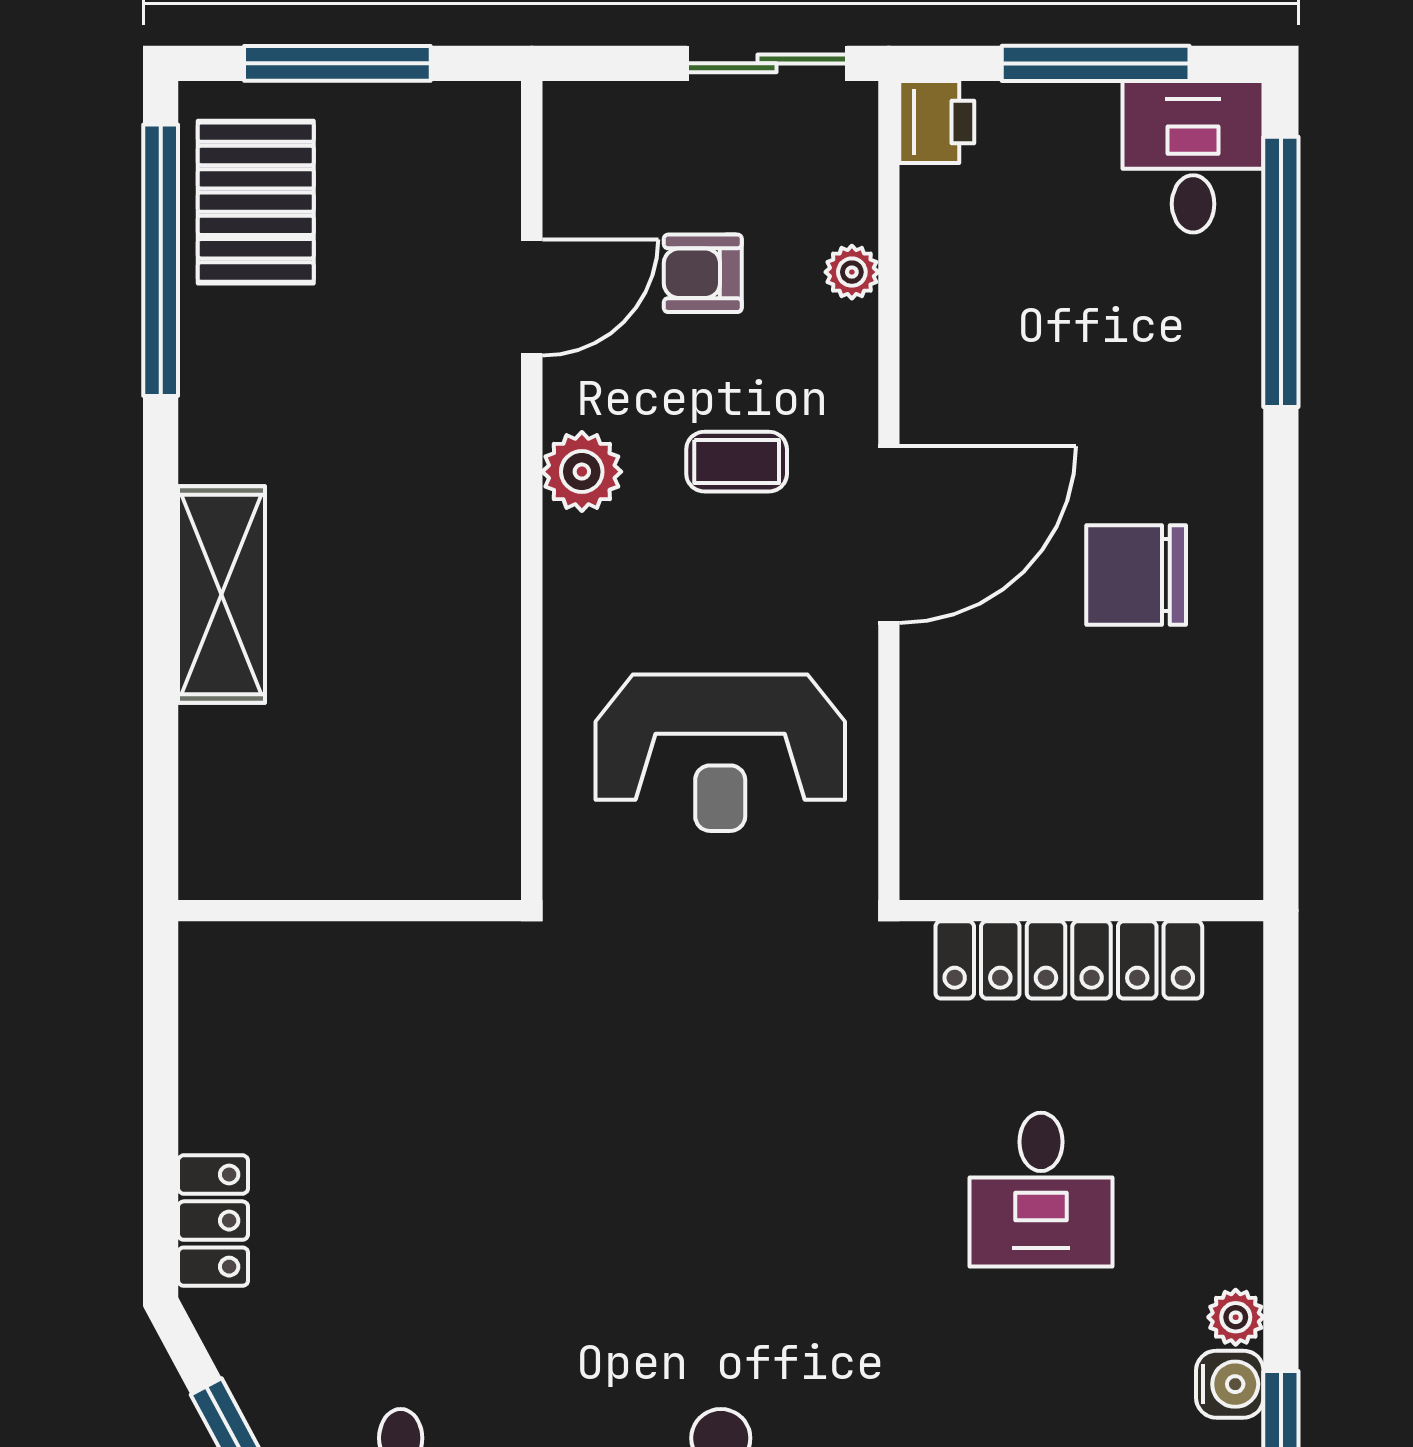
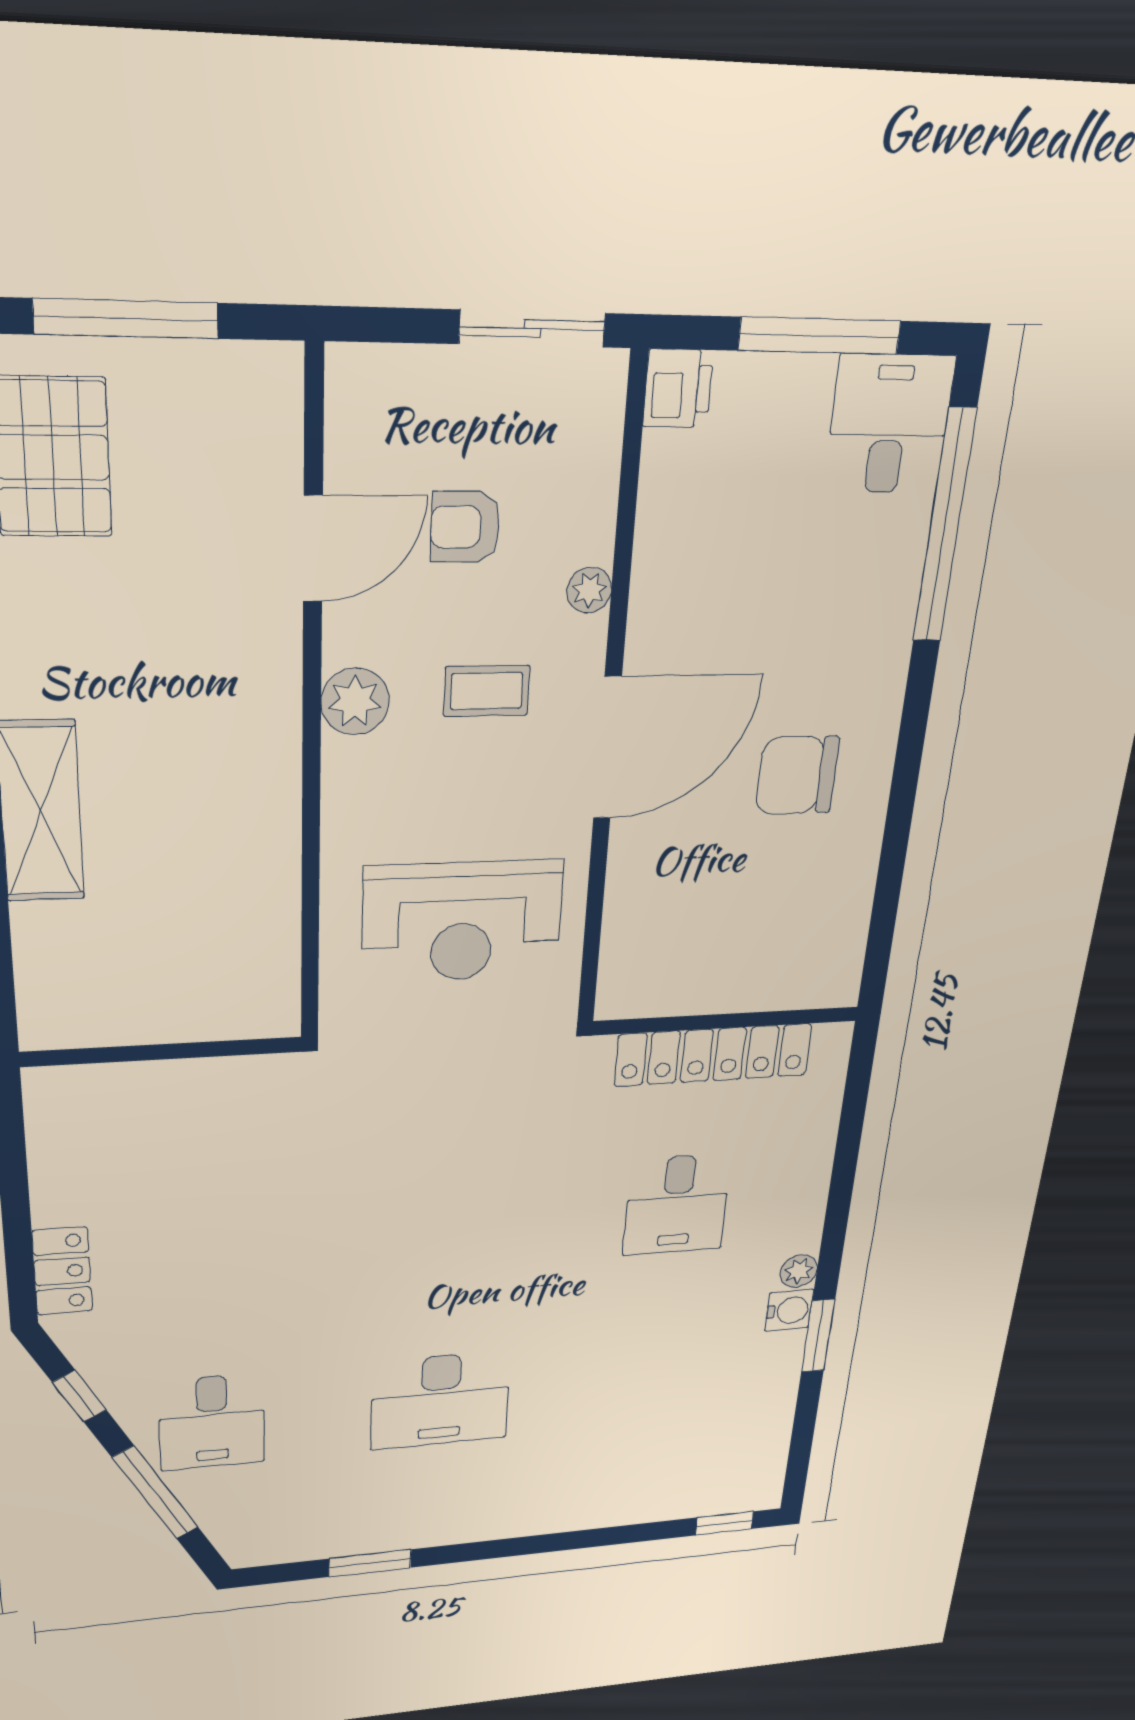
plant: (852, 272) -> (589, 590), moved

